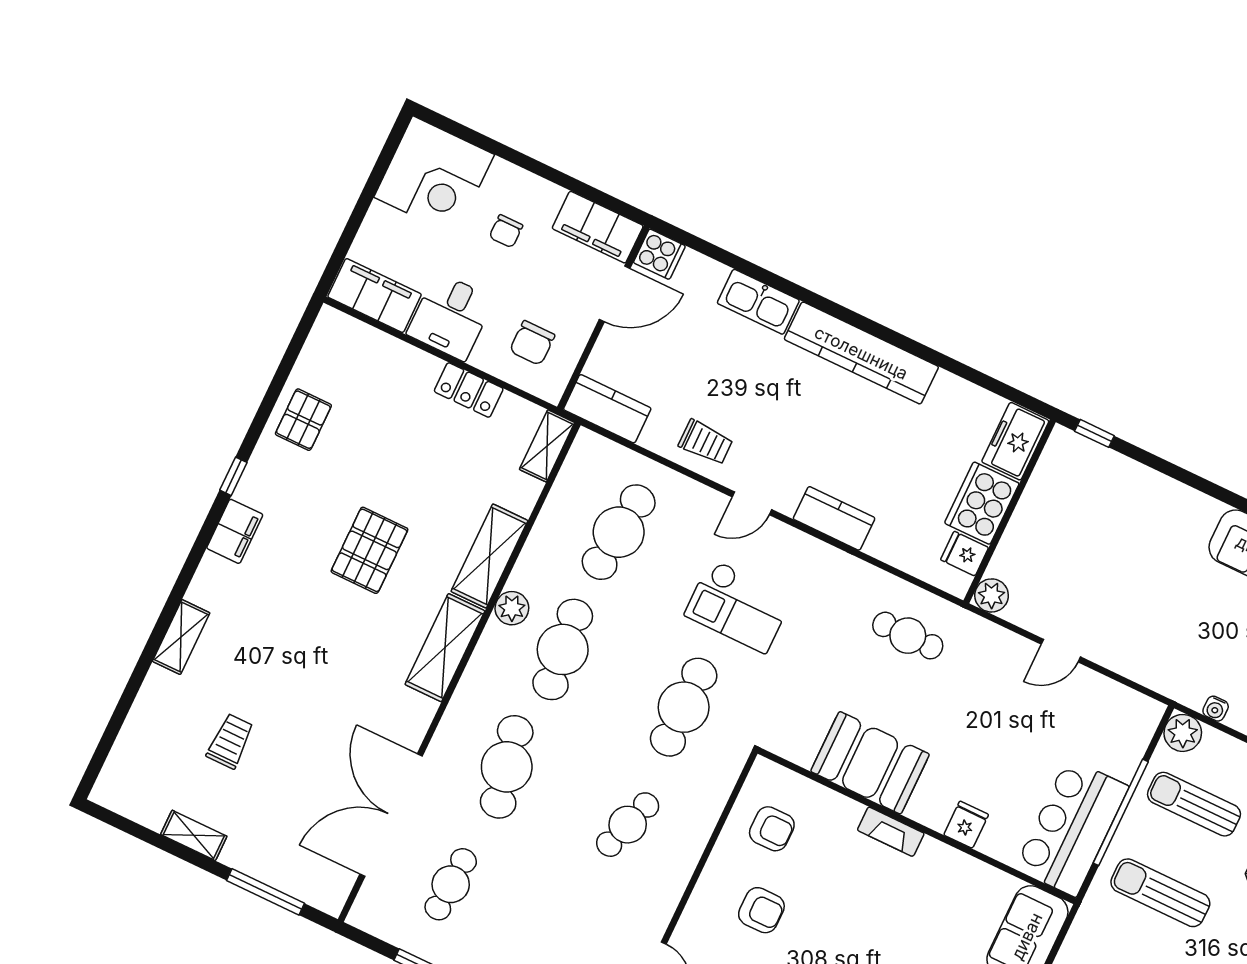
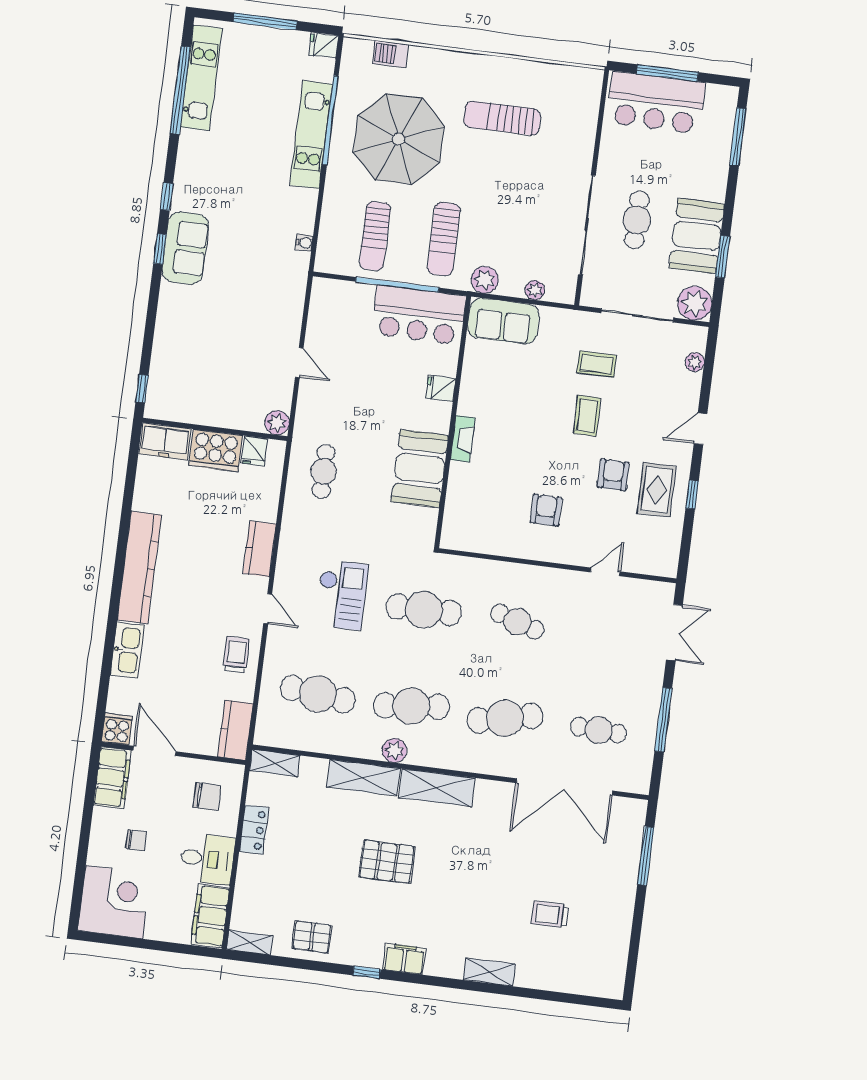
plant: (1183, 733) -> (485, 280), moved
armchair: (772, 829) -> (488, 521), removed
shelving: (194, 835) -> (250, 943), moved, turned 90

